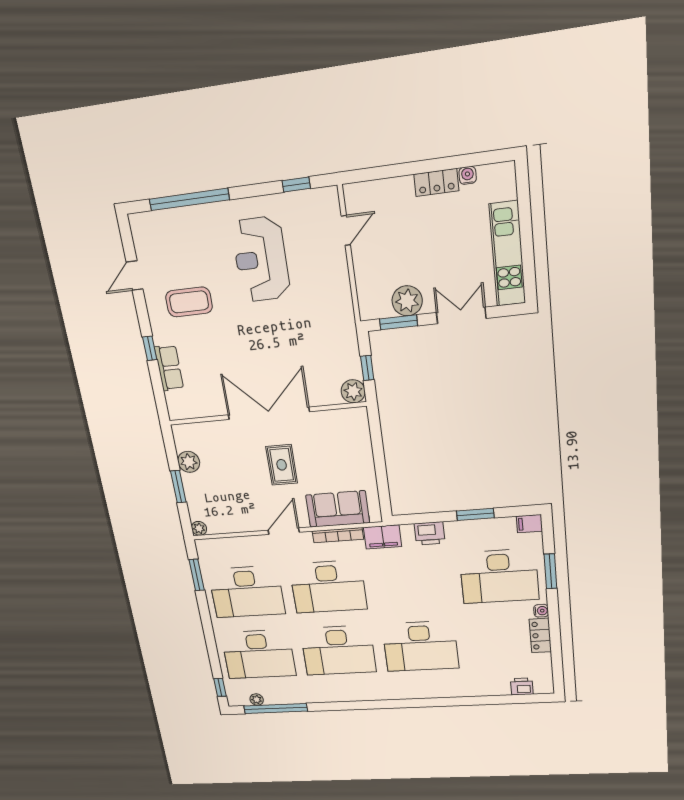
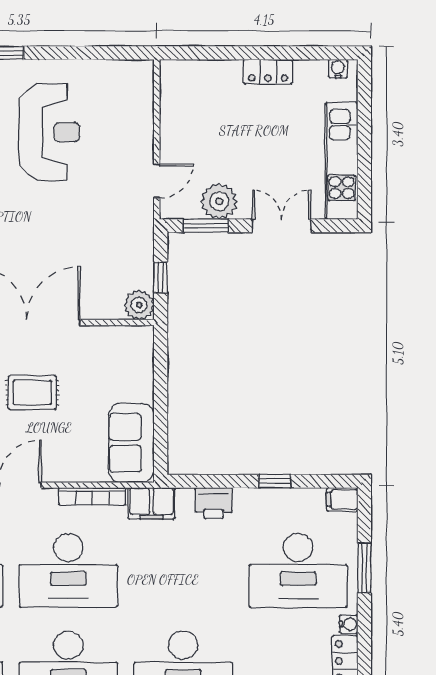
water cooler: (468, 175) -> (338, 69), moved
window: (296, 184) -> (106, 53), removed
door: (346, 230) -> (157, 181), moved
reception desk: (261, 259) -> (49, 132), turned 180
rug: (282, 465) -> (32, 393), turned 90
sofa: (338, 509) -> (131, 443), moved, turned -90
window: (475, 514) -> (275, 481), width x0.67

